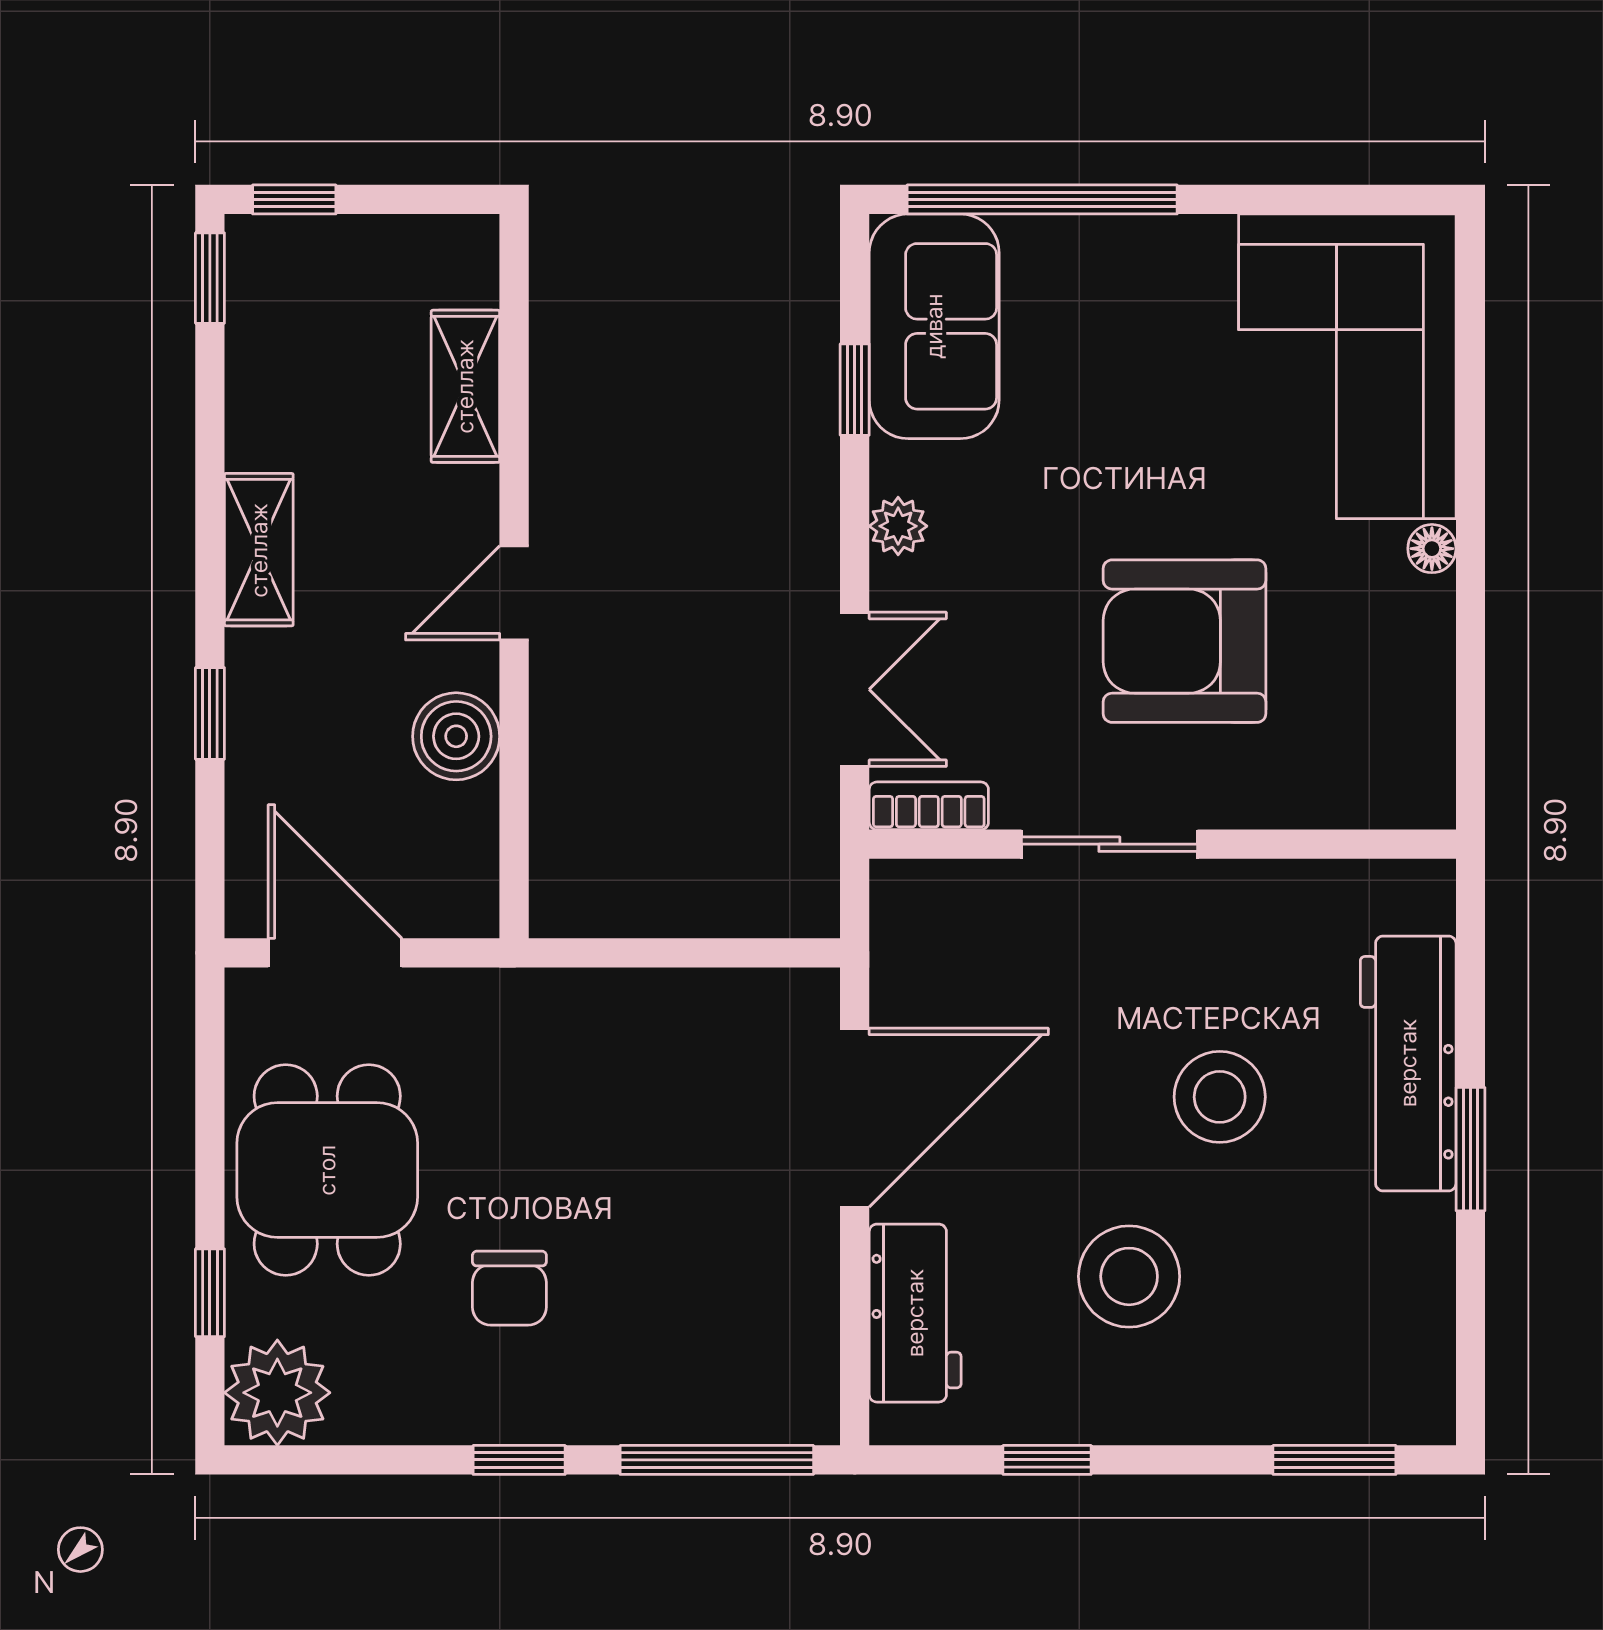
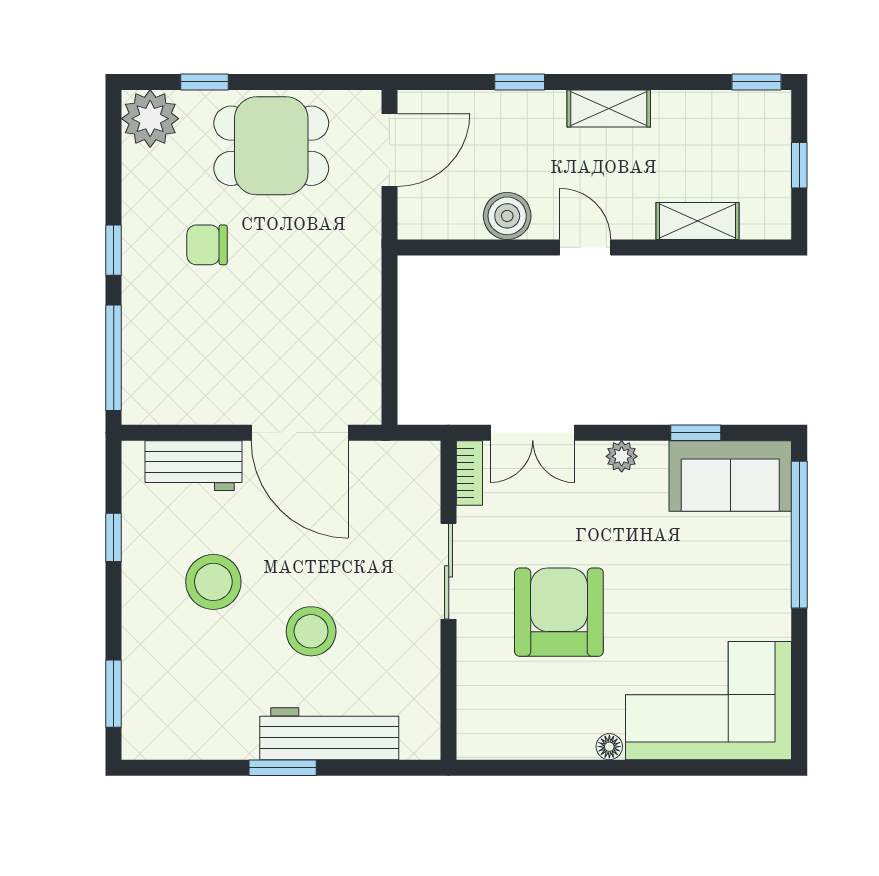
window: (294, 199) -> (799, 165), moved

